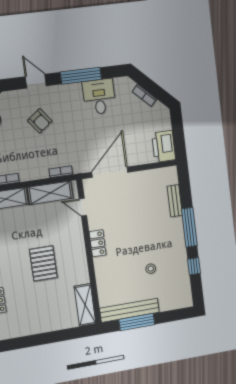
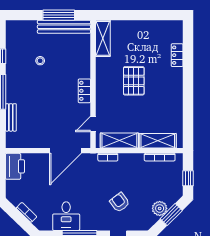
door: (83, 207) -> (93, 124), swing flipped

